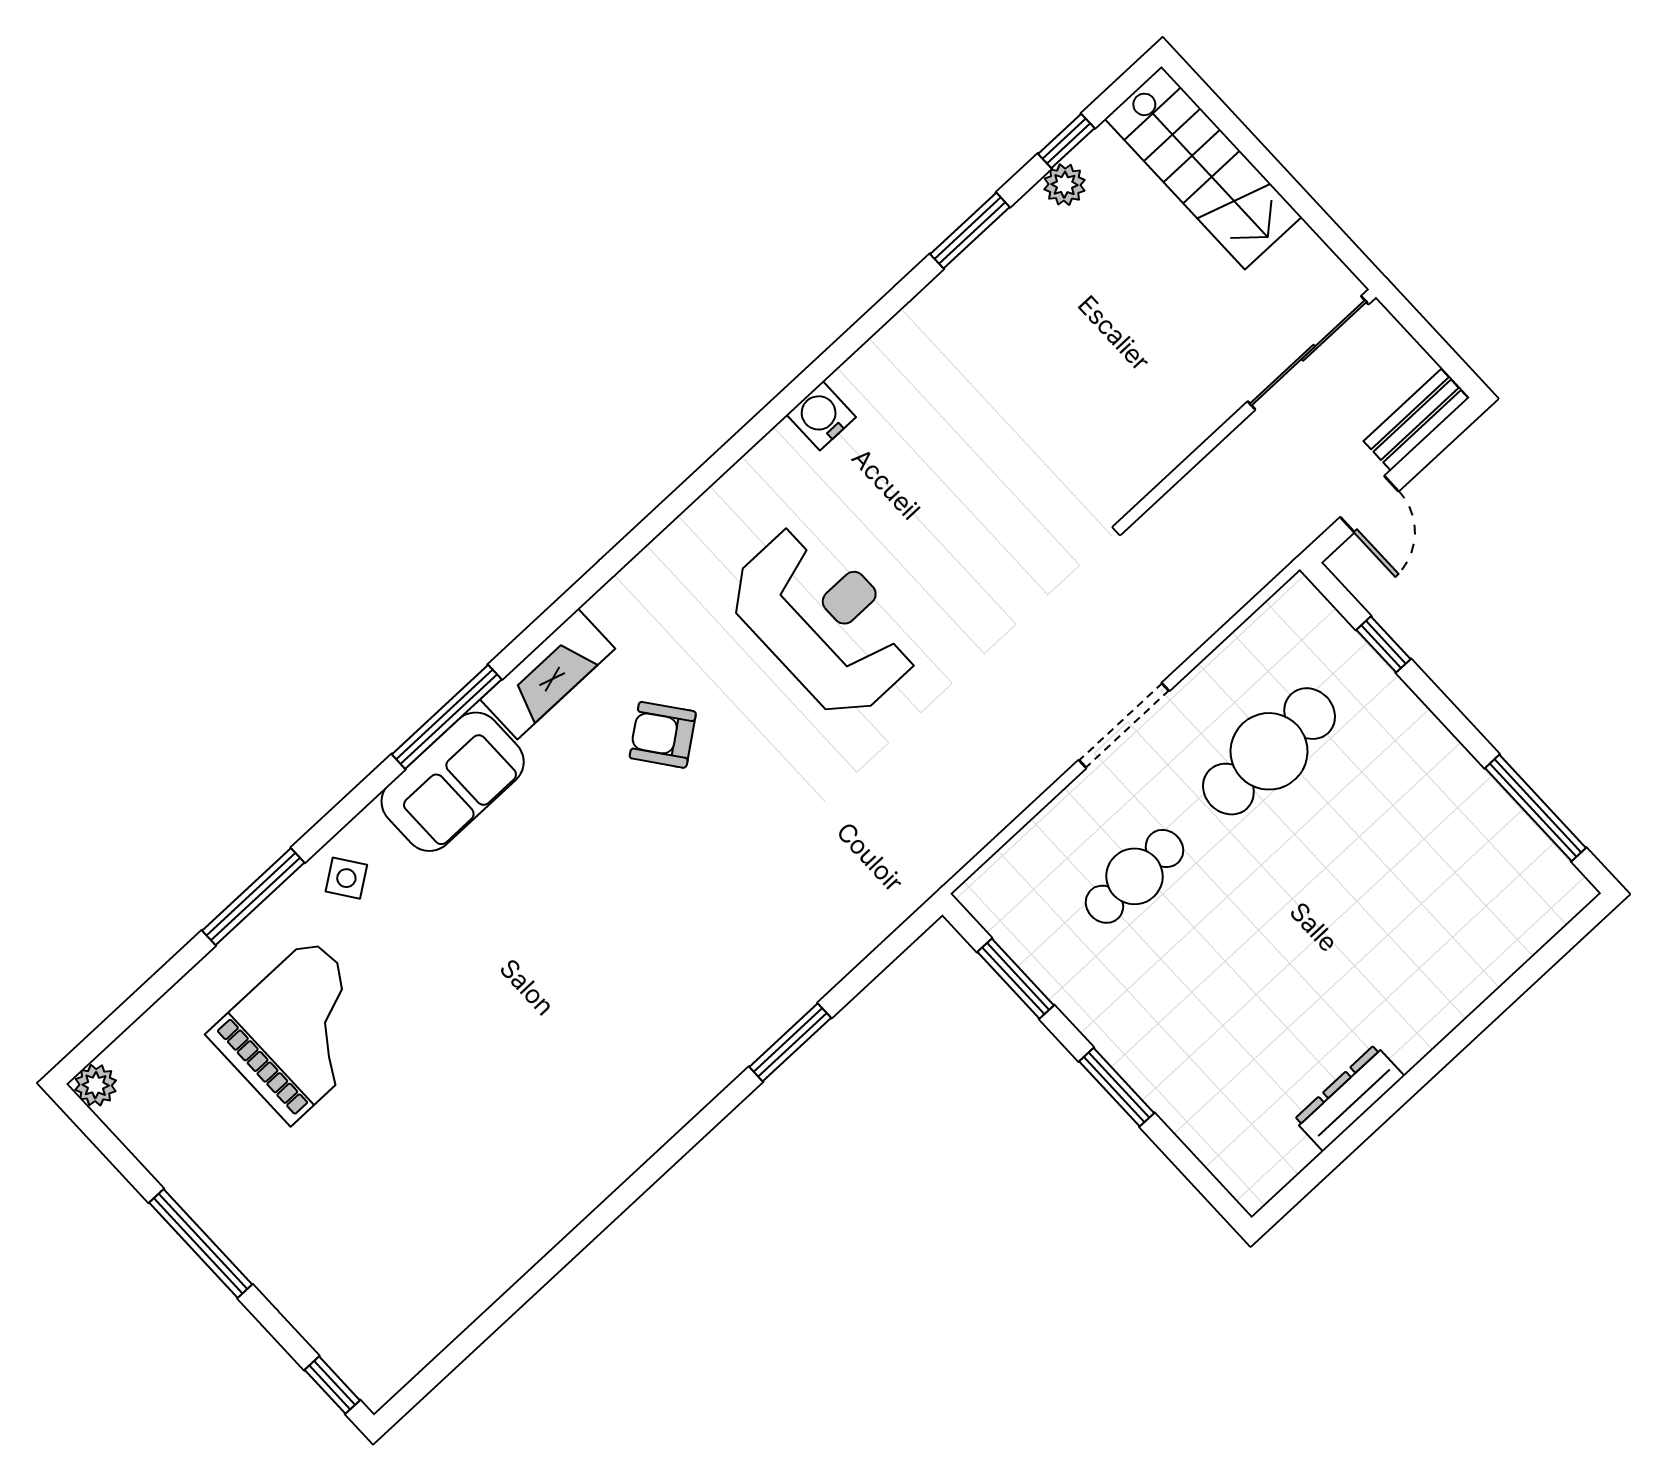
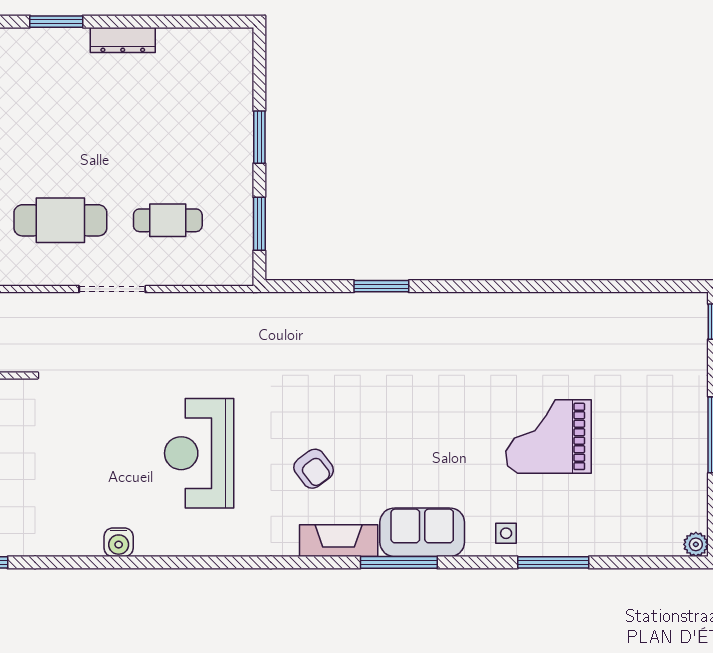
side table: (346, 878) -> (506, 533), turned 35
window: (1506, 996) -> (56, 22), added
grand piano: (301, 1031) -> (549, 436), moved
dresser: (1349, 1098) -> (123, 40), moved

